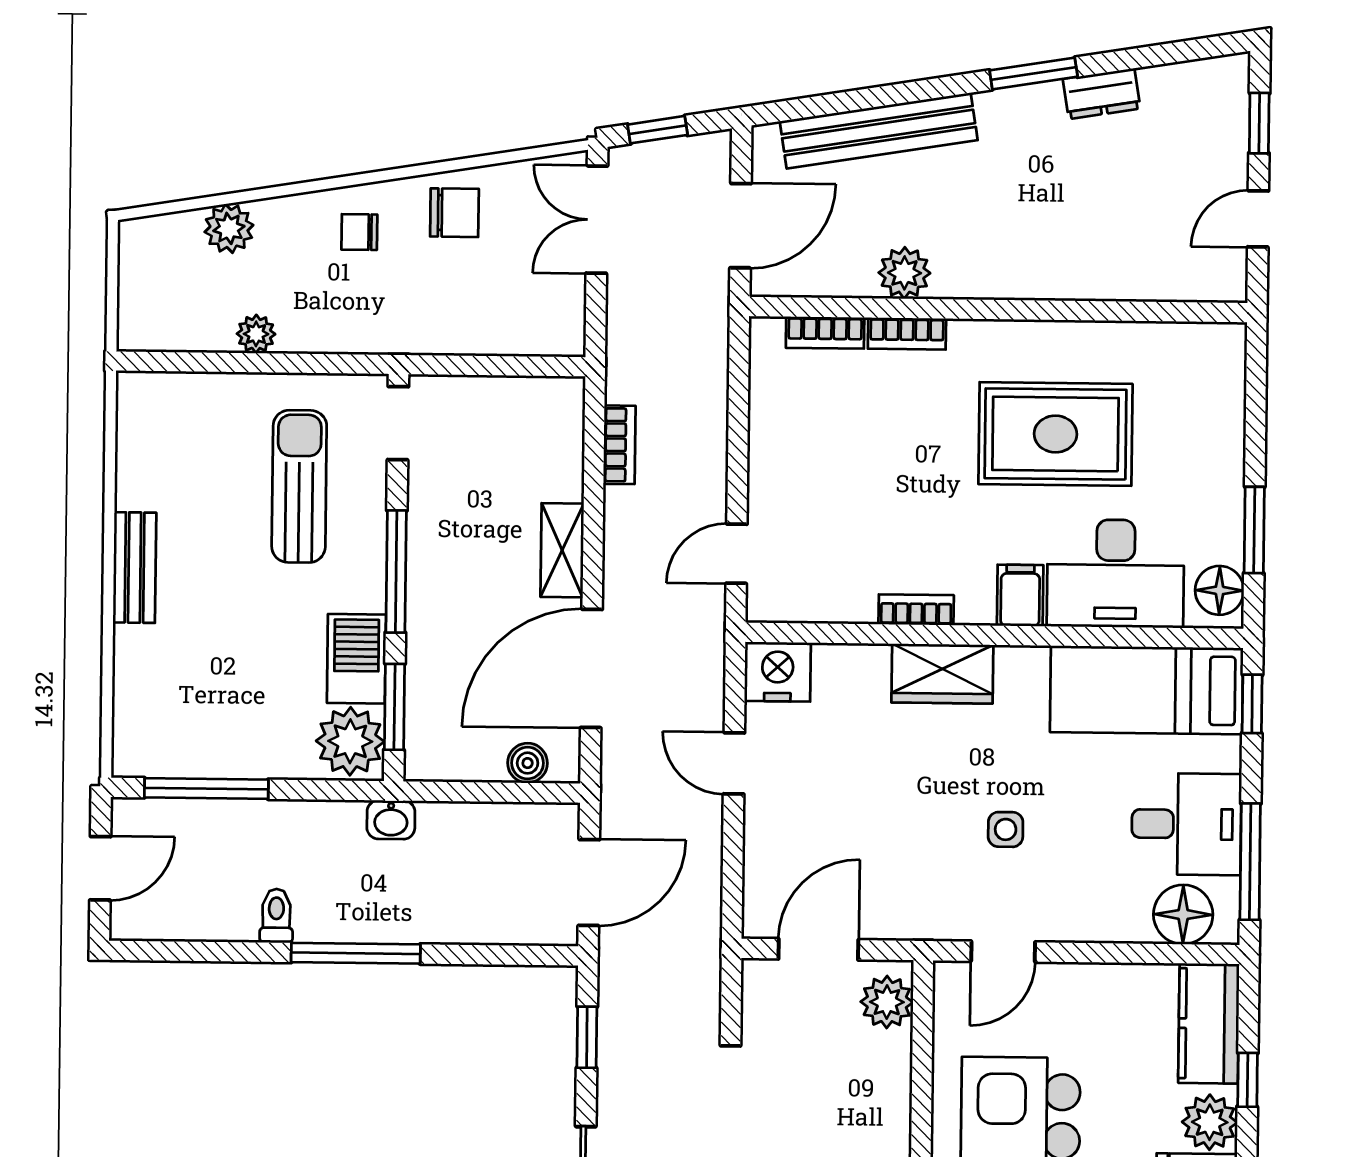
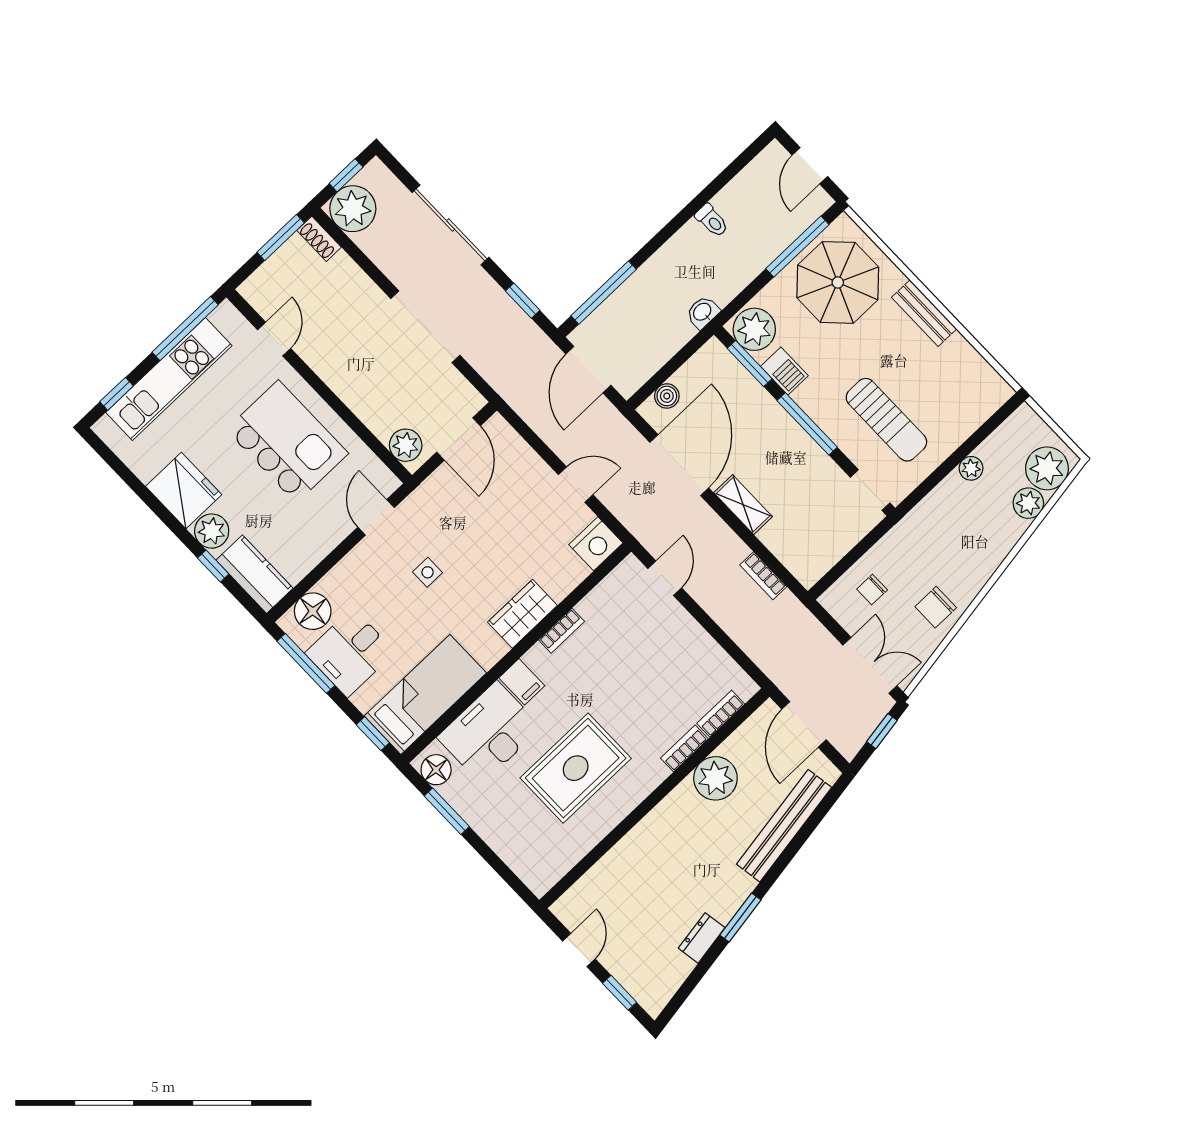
chair: (359, 232) -> (872, 590), moved, turned 180
plant: (168, 248) -> (1047, 468), added
plant: (904, 273) -> (715, 778), width x1.36, depth x1.36
barbecue: (356, 659) -> (784, 371), width x0.73, depth x0.79
parasol: (200, 701) -> (838, 282), added
window: (356, 953) -> (604, 293), moved

